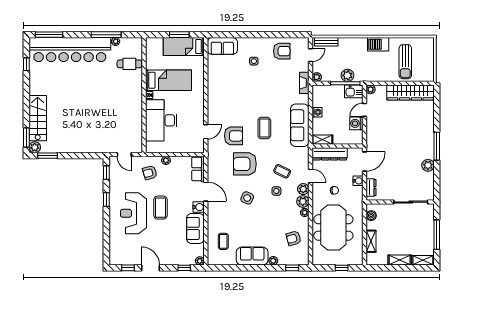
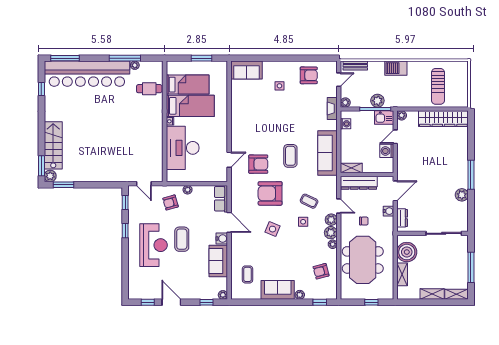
barbecue: (378, 44) -> (396, 68), moved
bed: (184, 47) -> (188, 85), moved, turned 180
washing machine: (317, 112) -> (346, 124), moved
reception desk: (134, 213) -> (154, 245), turned 180
boiler: (371, 216) -> (407, 252), width x1.86, depth x1.86

